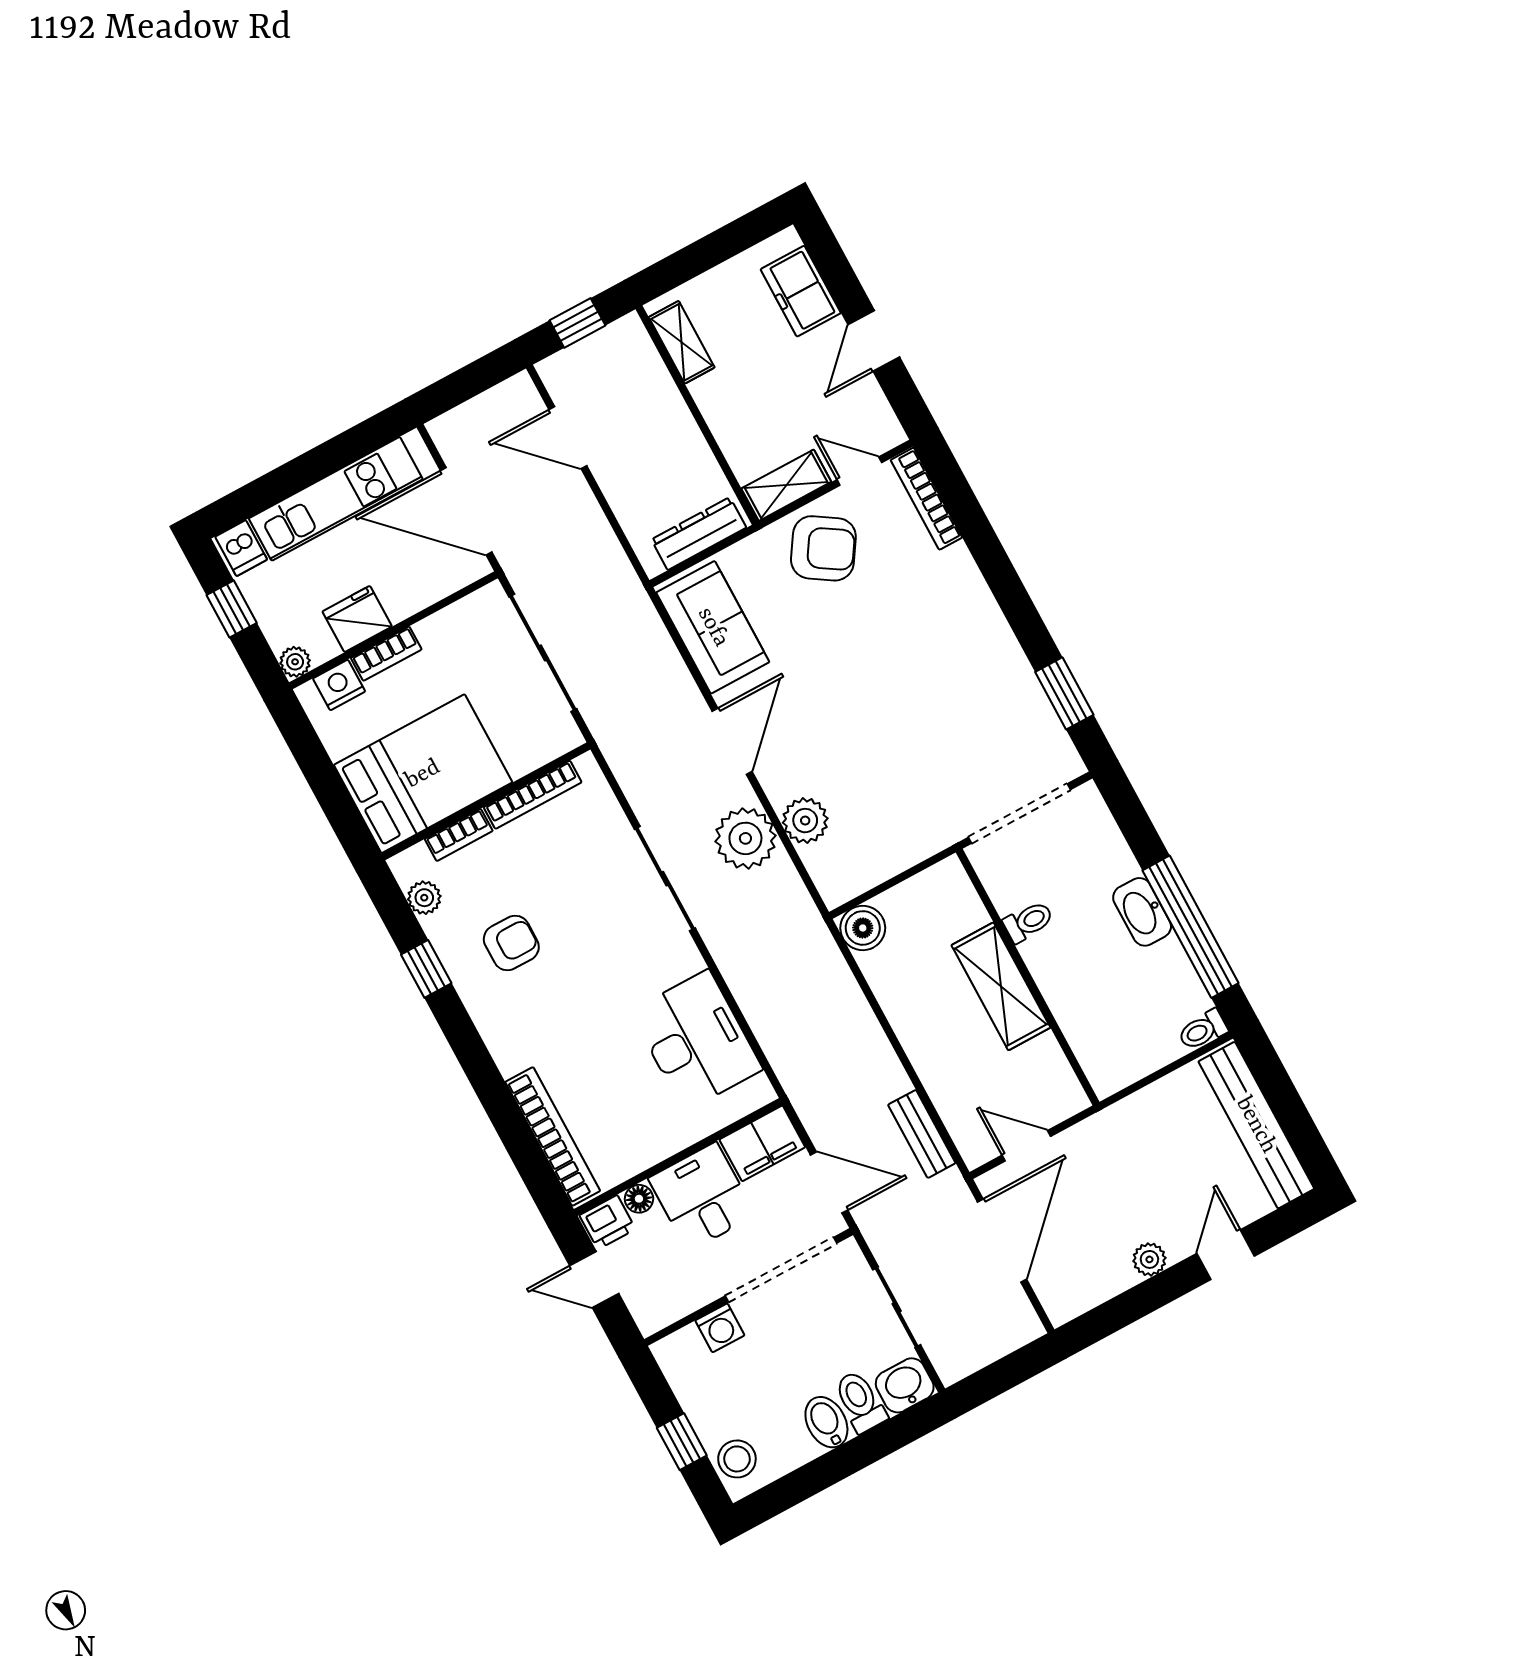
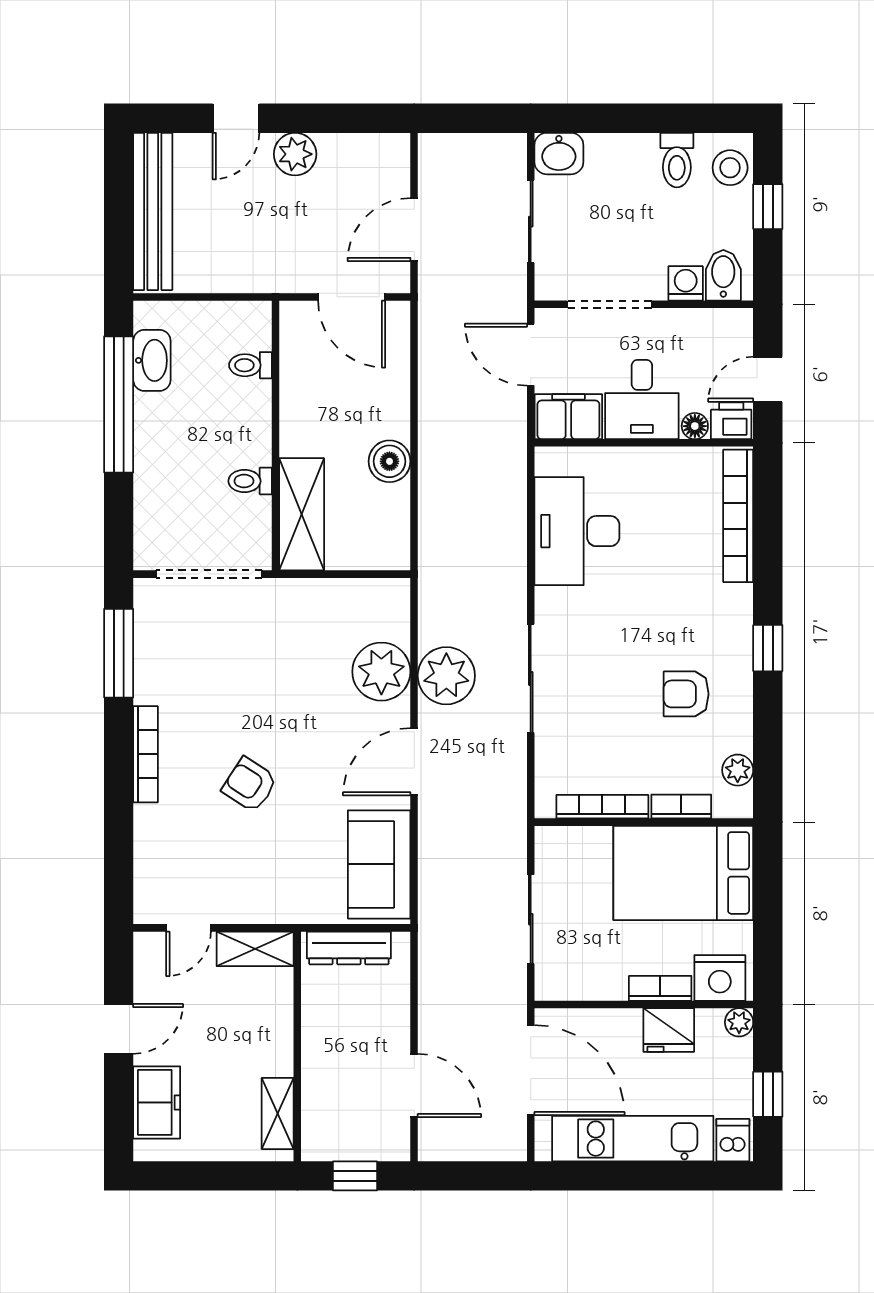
door: (859, 471) -> (189, 928), hinge flipped
bookcase: (926, 499) -> (146, 754), moved
armchair: (823, 548) -> (250, 785), moved, width x0.72, depth x0.72
sliding door: (543, 653) -> (531, 919), width x0.73
nightstand: (339, 685) -> (720, 978), width x1.36, depth x1.33
window: (1064, 693) -> (119, 653), width x1.44
plant: (805, 821) -> (381, 672), width x1.36, depth x1.36
washbasin: (1142, 912) -> (152, 360), moved
boiler: (863, 928) -> (389, 461), moved
window: (426, 969) -> (768, 648), moved
shelving: (1001, 986) -> (302, 514), moved
toilet: (1203, 1030) -> (250, 365), moved, turned 180
bench: (922, 1134) -> (433, 353), removed
door: (1026, 1146) -> (352, 297), width x1.38
door: (1002, 1241) -> (414, 230), width x0.73
plant: (1149, 1259) -> (295, 154), width x1.38, depth x1.38
doorway: (781, 1270) -> (609, 304), width x0.73
door: (594, 1280) -> (768, 379), swing flipped
toilet: (860, 1402) -> (677, 160), moved
bidet: (826, 1422) -> (723, 275), moved, turned 180

